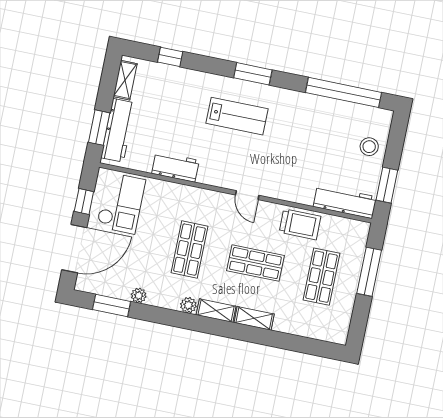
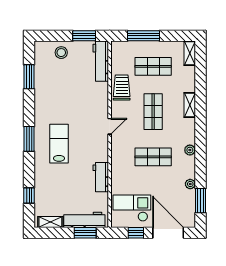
window: (343, 92) -> (29, 77), width x0.47
shelving: (216, 311) -> (190, 53), moved

